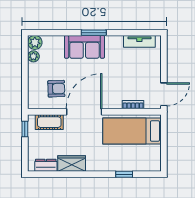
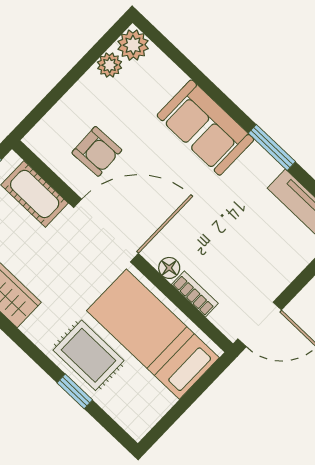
window: (94, 33) -> (272, 147), moved
floor lamp: (117, 104) -> (169, 268), added
rug: (117, 158) -> (88, 355), added

